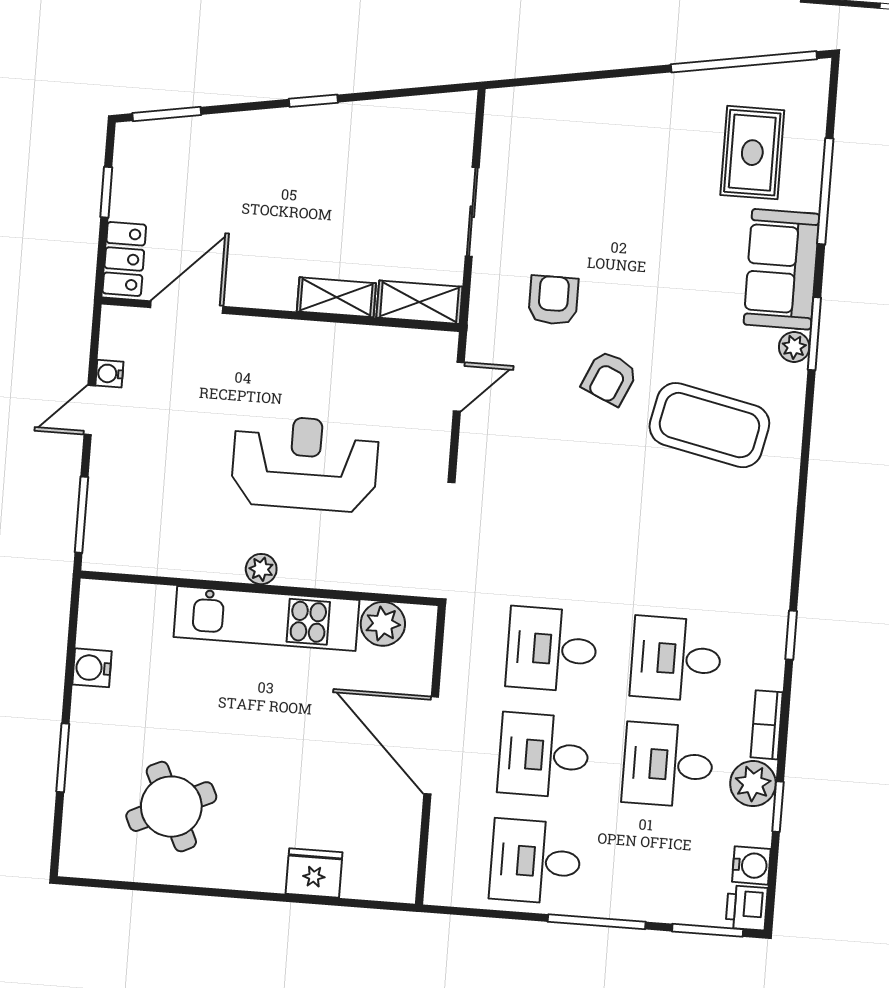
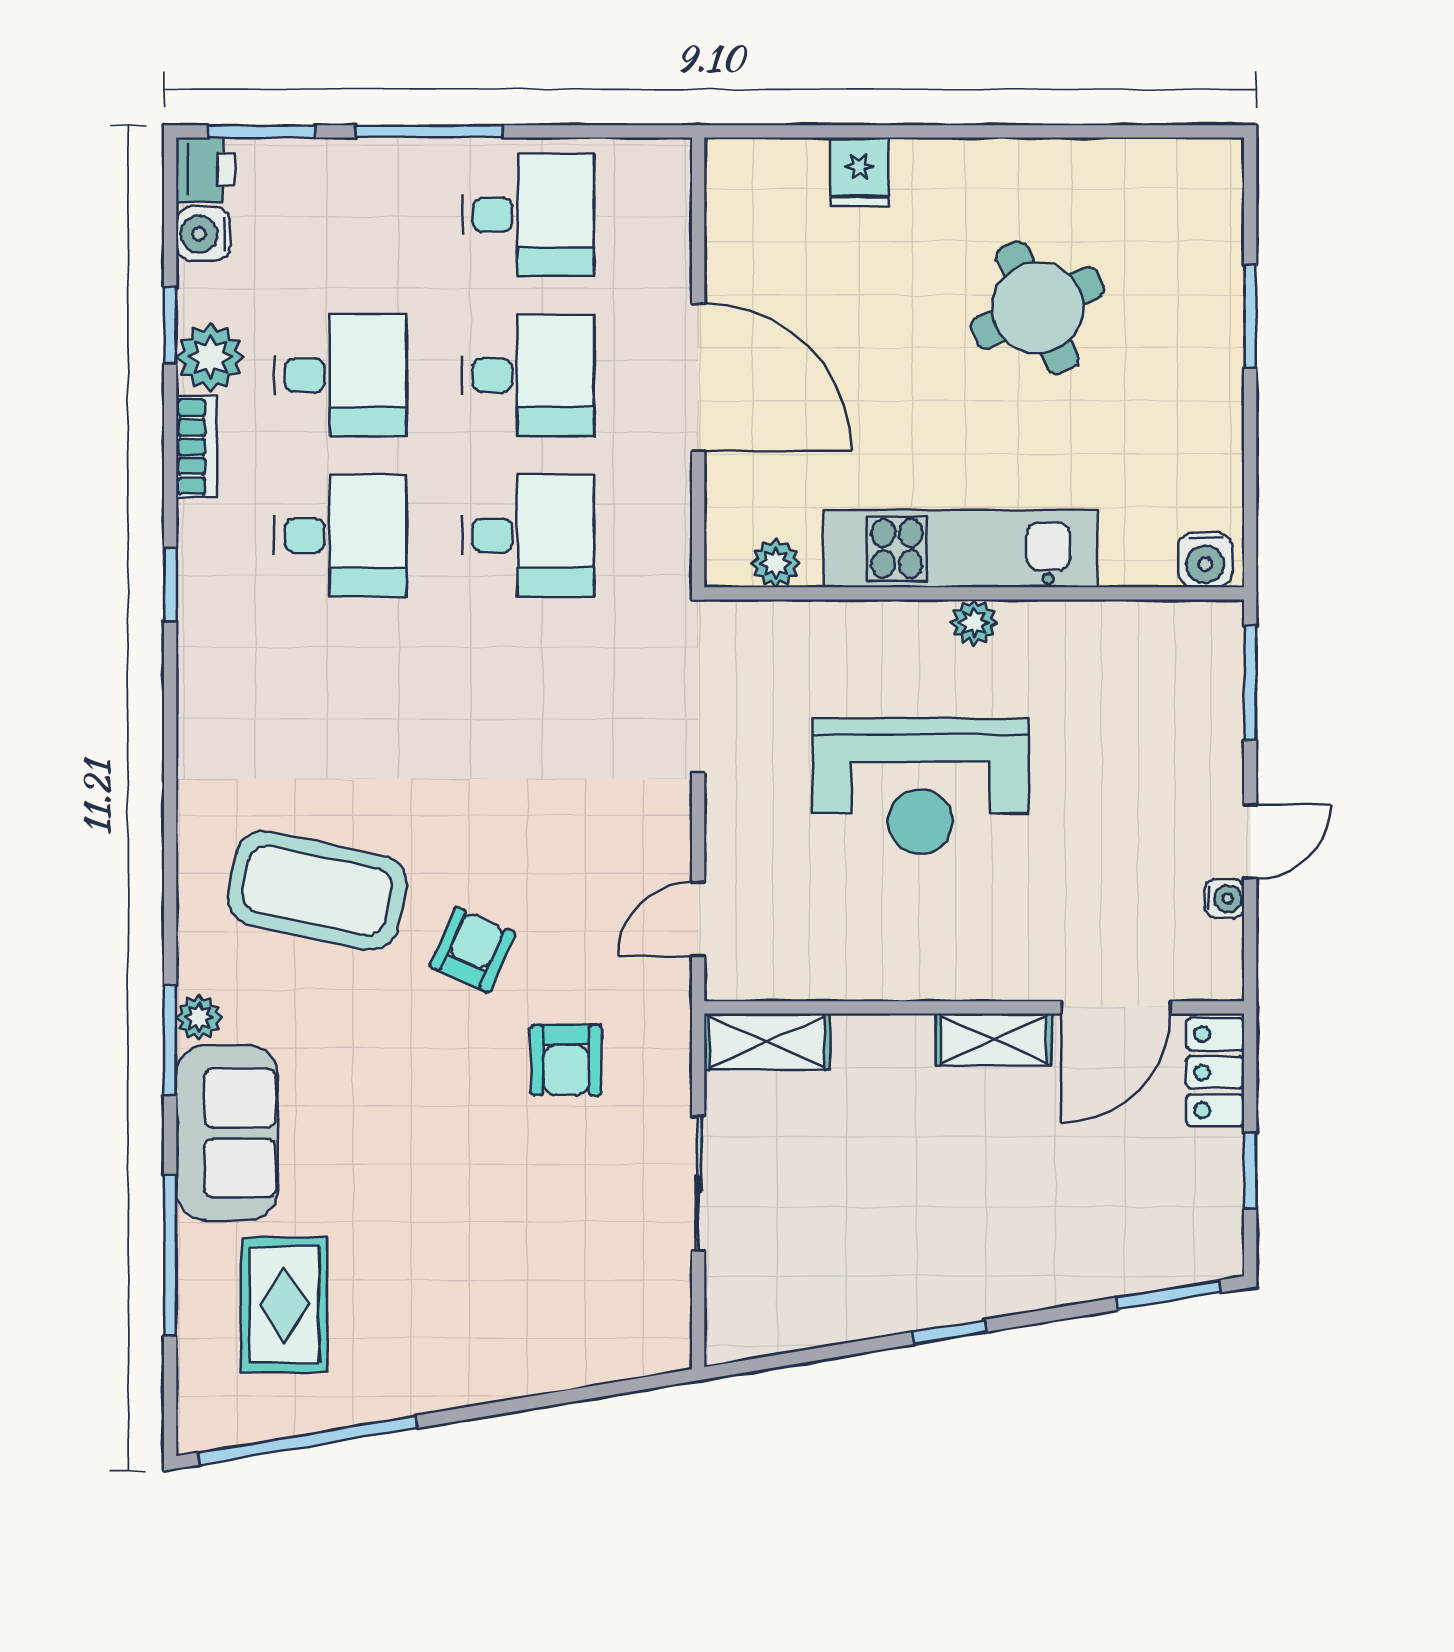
shelving: (336, 297) -> (994, 1039), moved
plant: (383, 624) -> (776, 563), width x0.73, depth x0.73
water cooler: (92, 668) -> (1205, 560), moved, turned 90
round table: (171, 807) -> (1037, 308), moved
fridge: (314, 873) -> (859, 172), width x0.72

